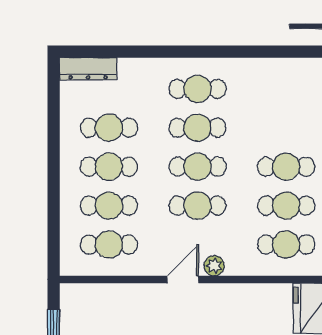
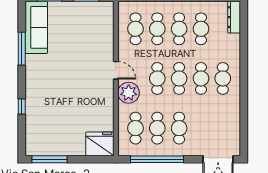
plant: (214, 266) -> (129, 93), width x1.88, depth x1.88

